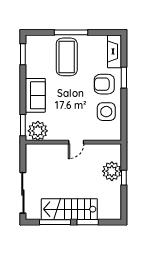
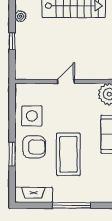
fireplace: (114, 51) -> (34, 195), moved, turned -90
coffee table: (67, 57) -> (68, 154), moved
plant: (112, 171) -> (21, 16), moved, width x0.53, depth x0.53

